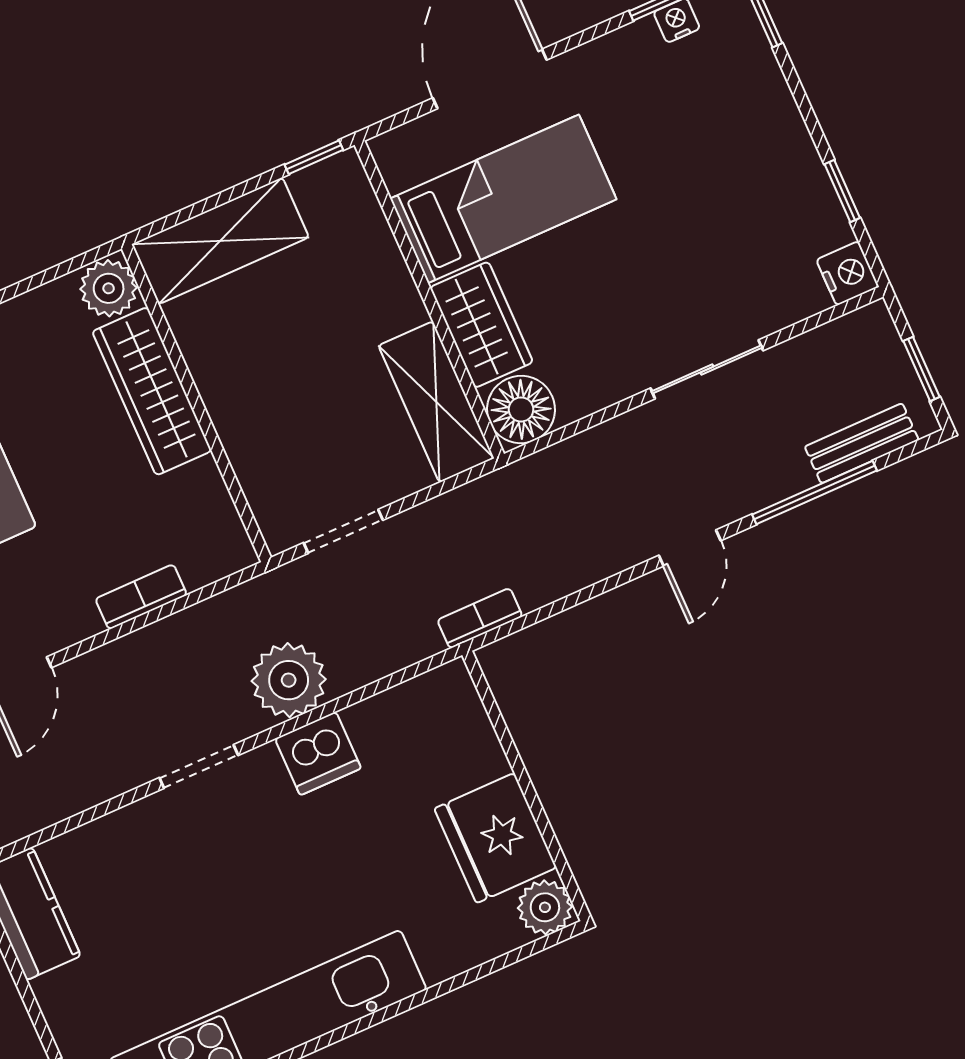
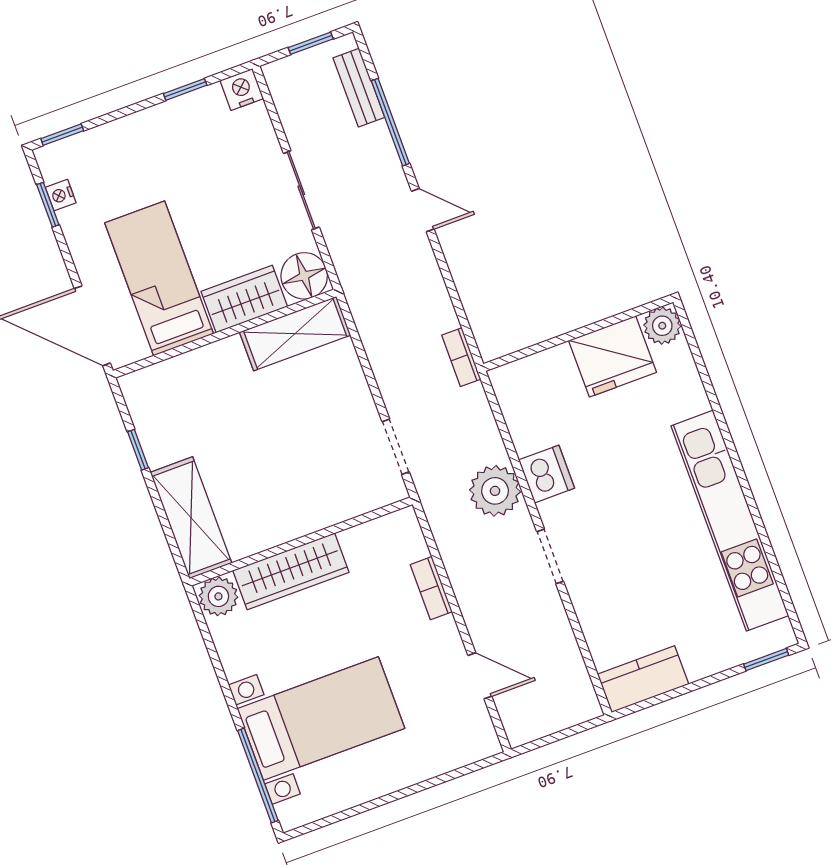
bed: (503, 199) -> (159, 278), moved
wall: (429, 299) -> (225, 334), moved
wardrobe: (481, 325) -> (244, 299), moved
shelving: (436, 402) -> (295, 334), moved
floor lamp: (521, 409) -> (304, 276), moved

